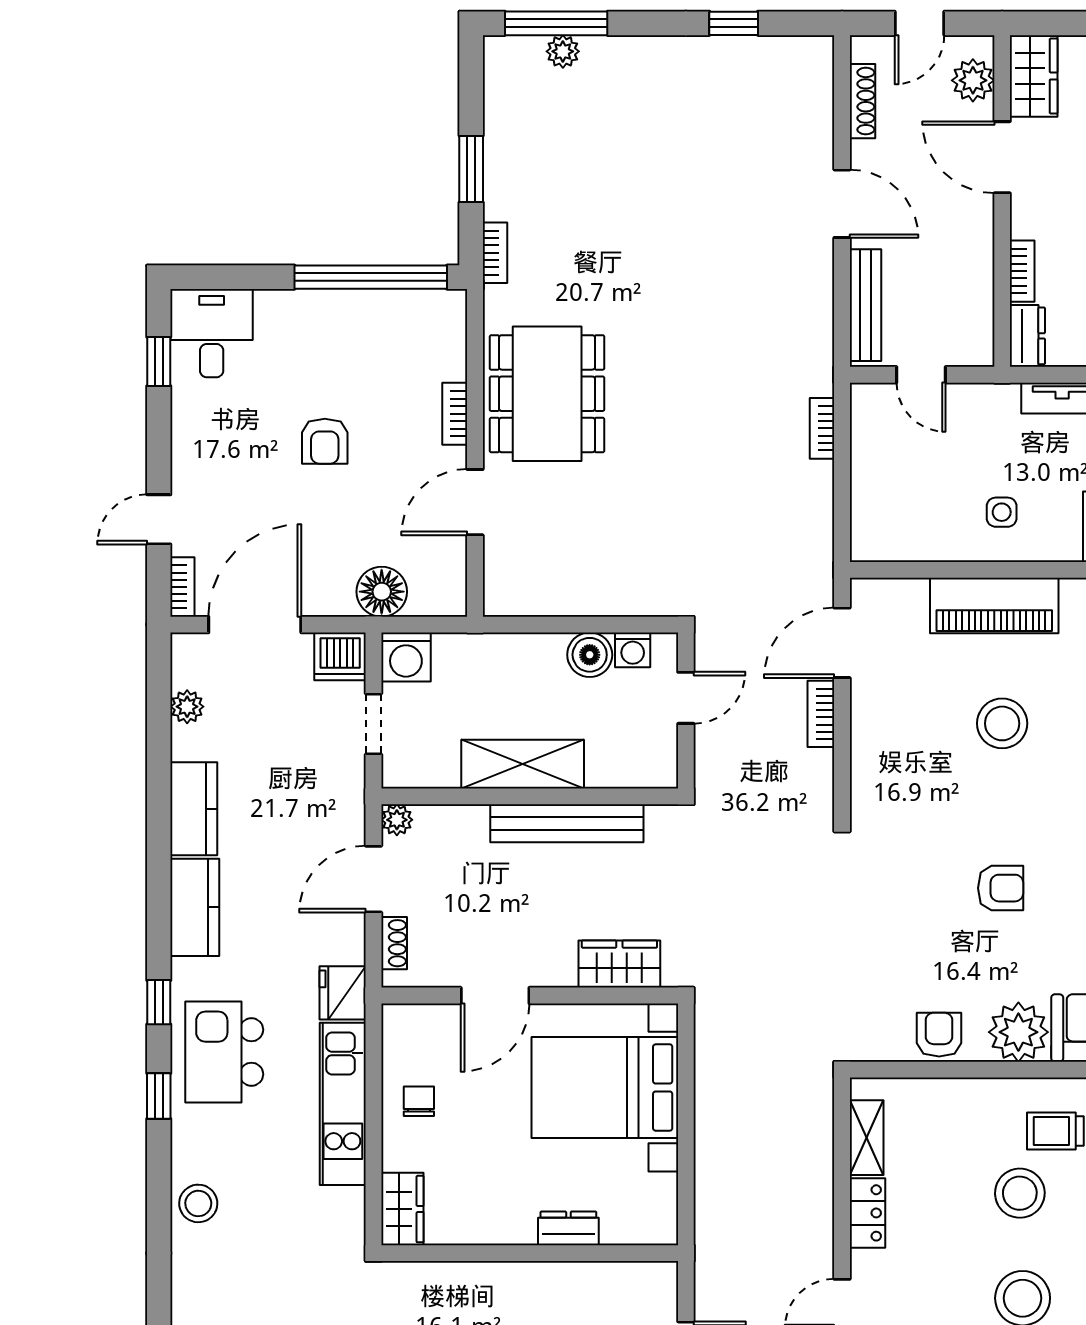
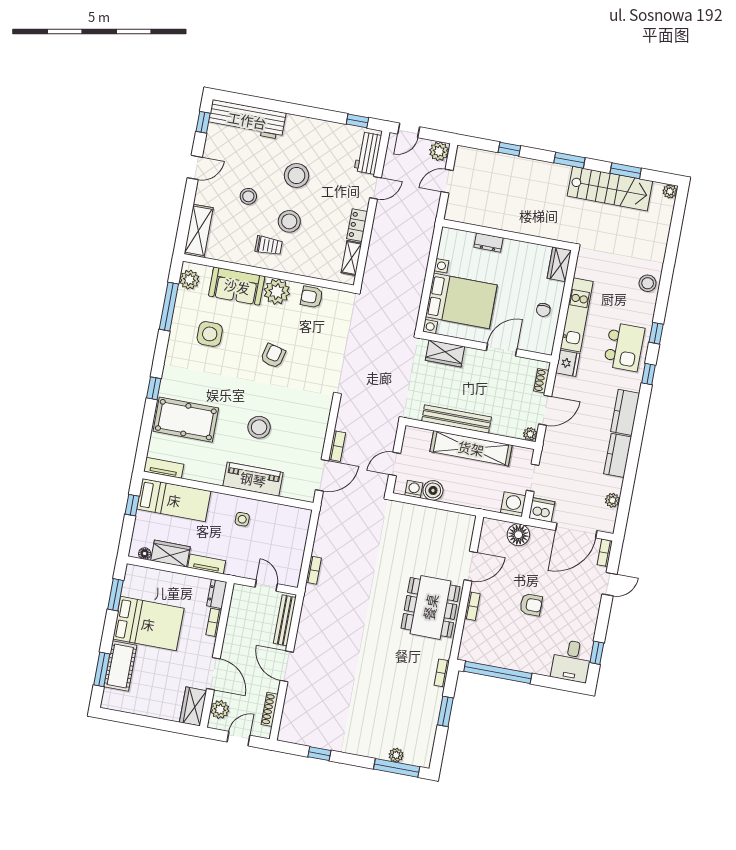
armchair: (325, 441) -> (531, 605), turned 90
shelving: (523, 764) -> (471, 448), width x1.47
armchair: (1001, 888) -> (273, 356), turned 104
armchair: (939, 1035) -> (312, 297), turned 90

